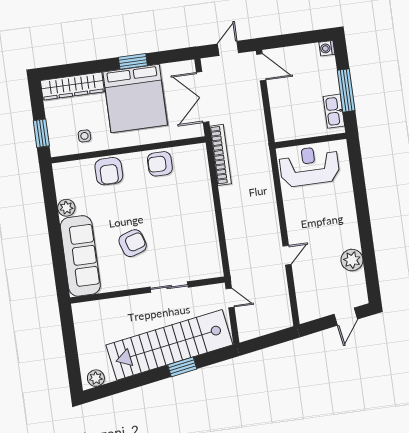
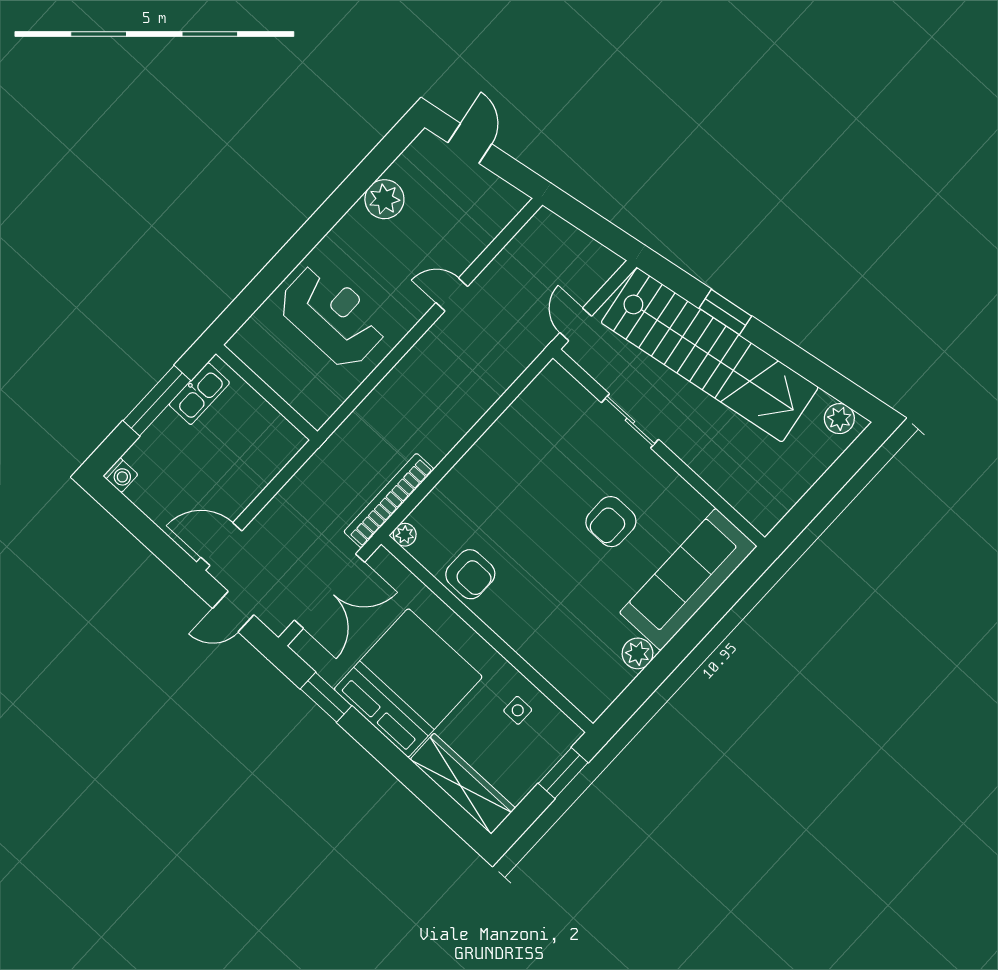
window: (133, 61) -> (326, 697), moved
door: (261, 67) -> (221, 544), hinge flipped
plant: (200, 150) -> (405, 535), added
reception desk: (309, 166) -> (332, 316), moved, turned 180
armchair: (109, 171) -> (539, 636), removed
armchair: (133, 243) -> (611, 522), turned -73
door: (346, 317) -> (470, 143), hinge flipped

